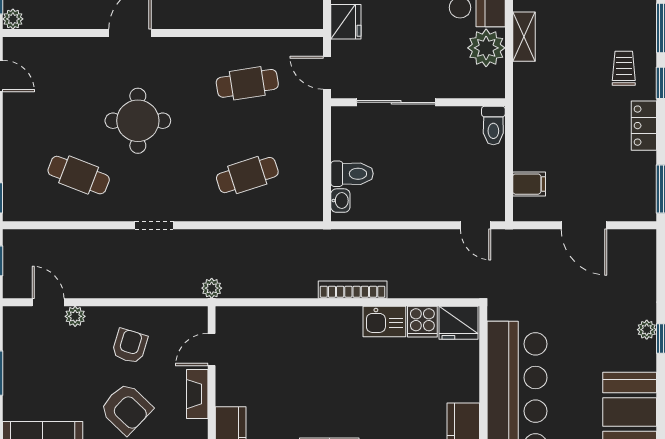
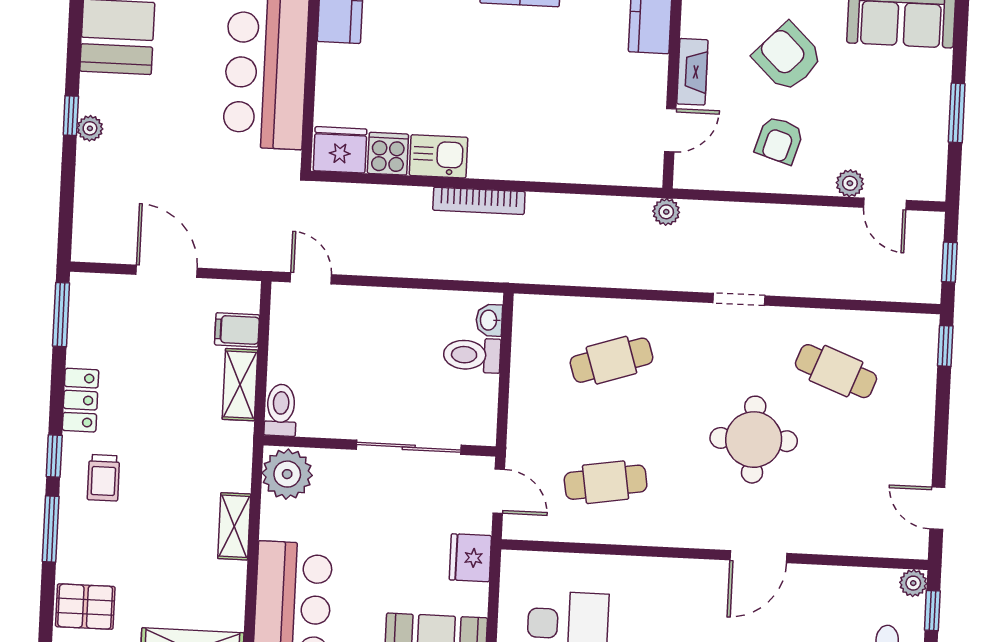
plant: (486, 48) -> (287, 474), moved
shelving: (525, 143) -> (240, 385), added

